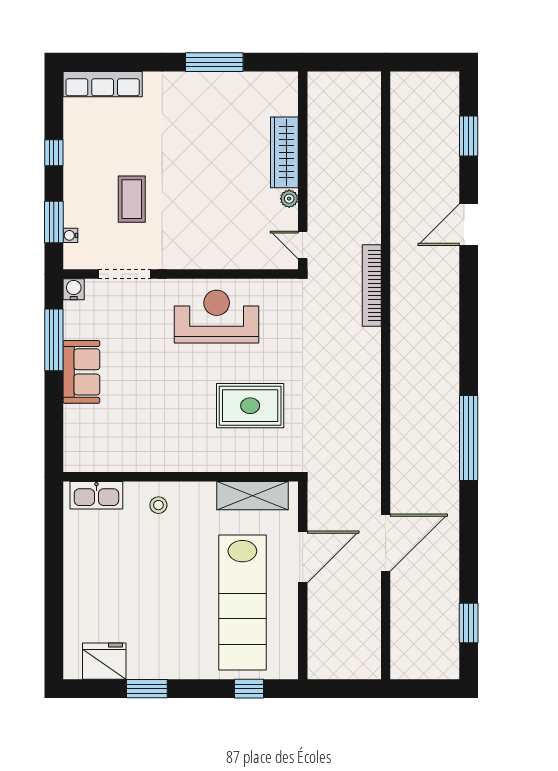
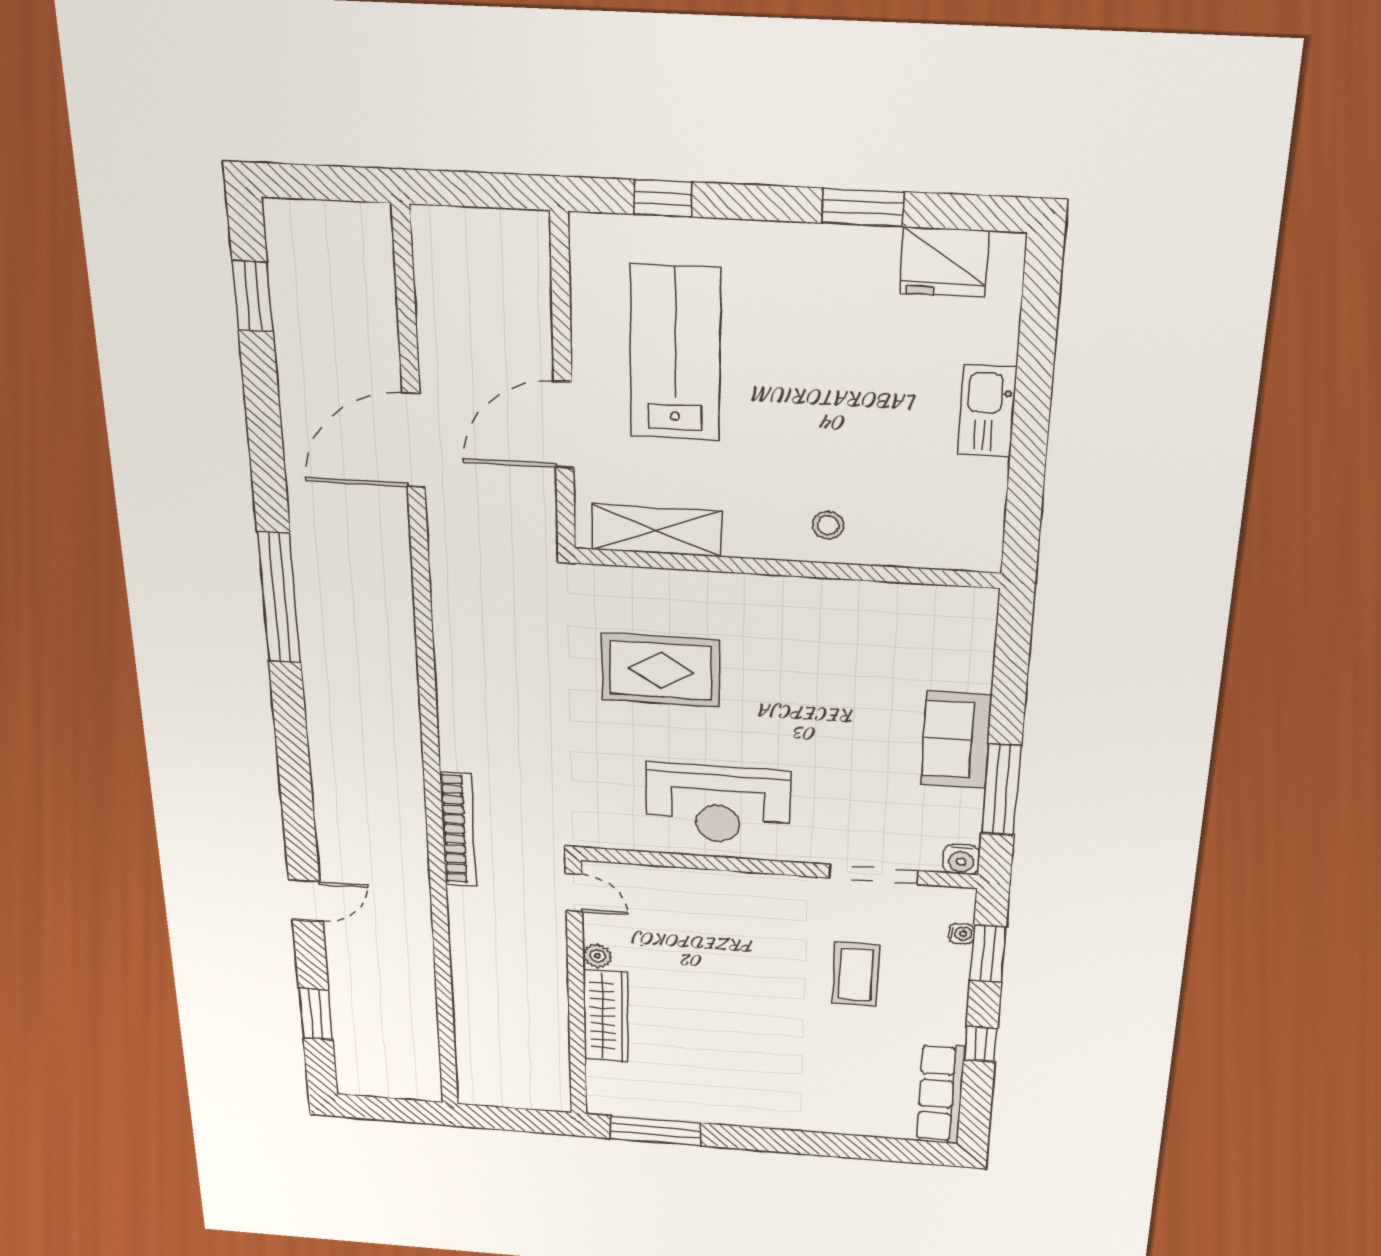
window: (214, 62) -> (655, 1131), moved
row of seats: (103, 84) -> (941, 1094), moved, turned -90
door: (469, 225) -> (306, 900), width x0.73
kitchen sink: (96, 495) -> (987, 411), moved, turned -90
lab bench: (242, 603) -> (675, 353), width x0.73

